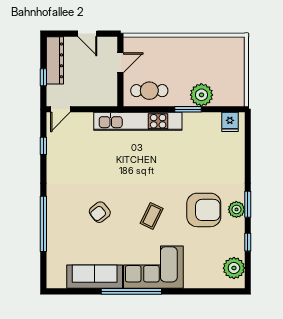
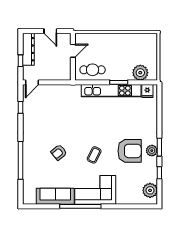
plant: (201, 95) -> (140, 73), moved
kitchen unit: (138, 121) -> (111, 91), moved

